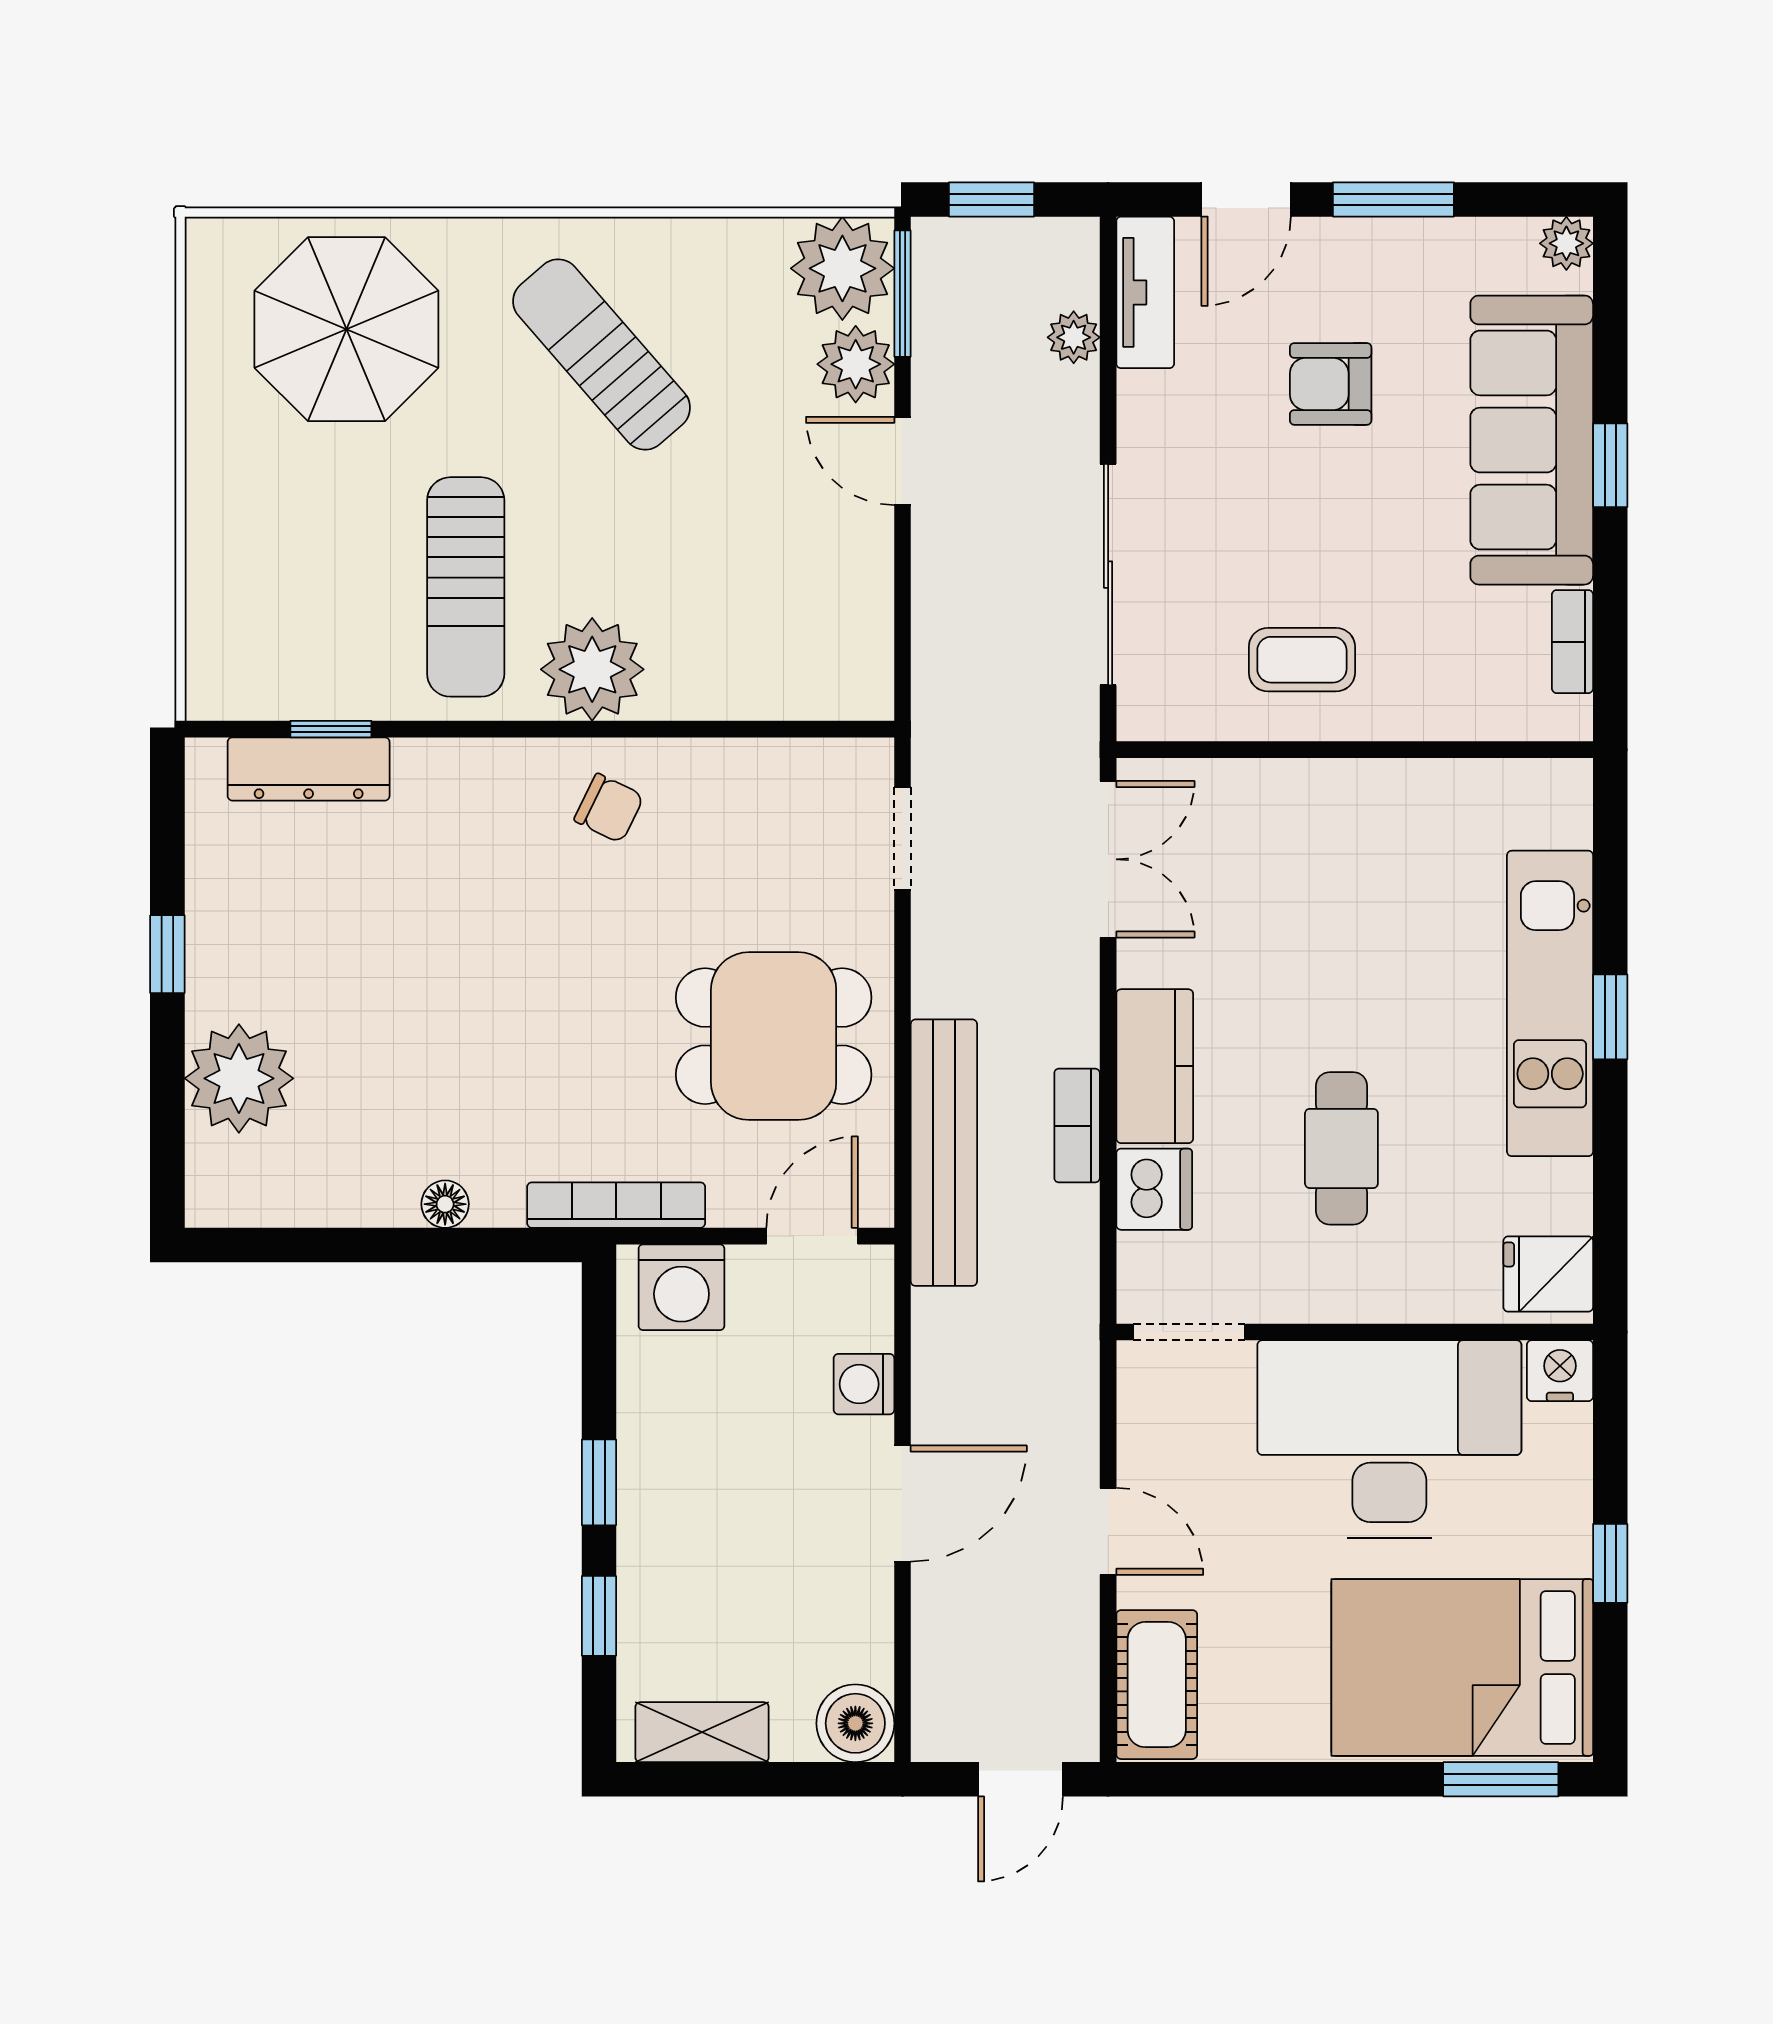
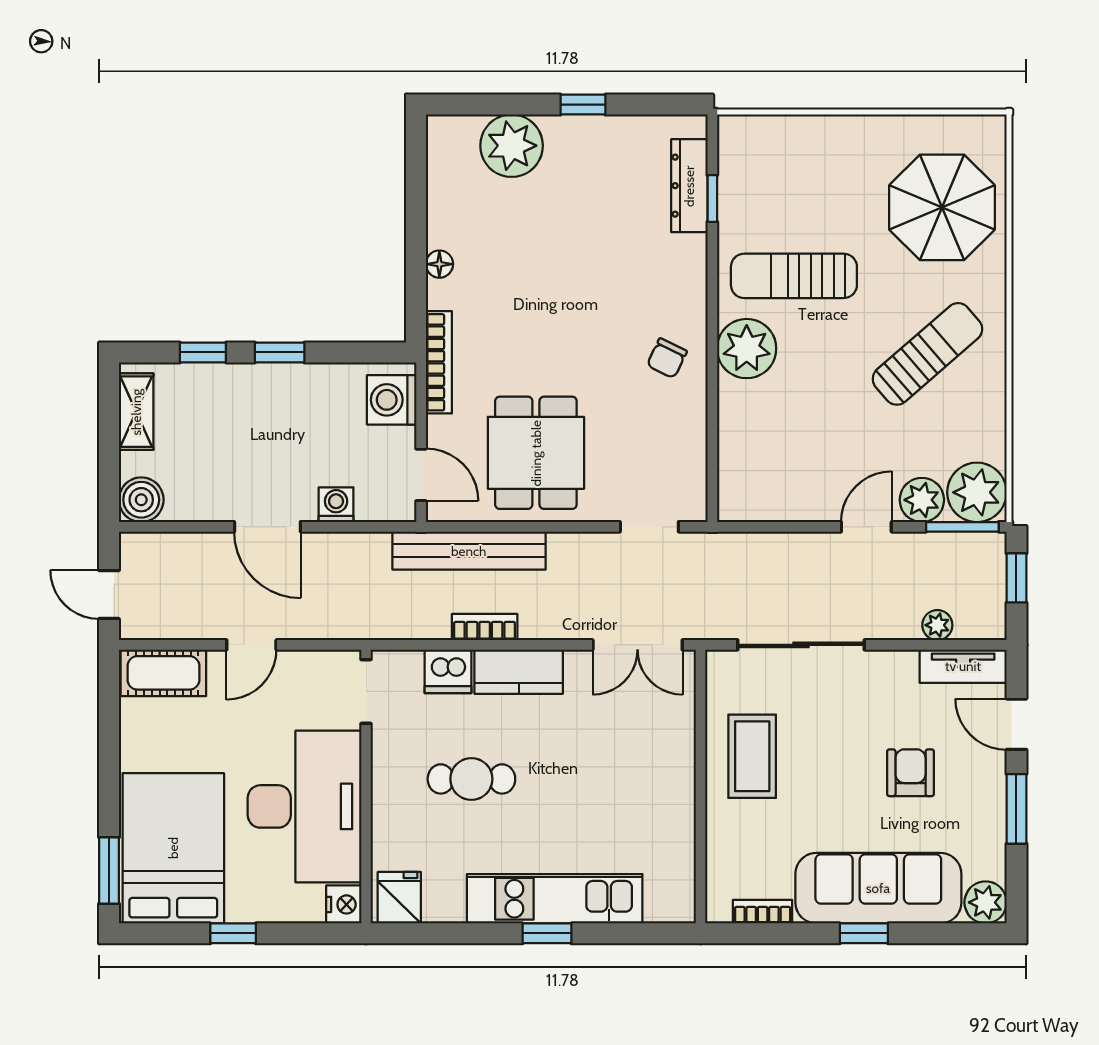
plant: (1566, 243) -> (986, 902), width x1.38, depth x1.38
coffee table: (1302, 660) -> (752, 756), width x1.36, depth x1.30

